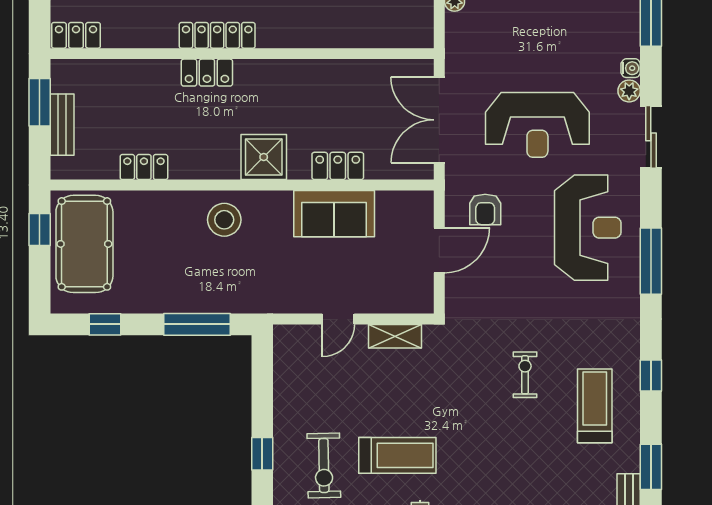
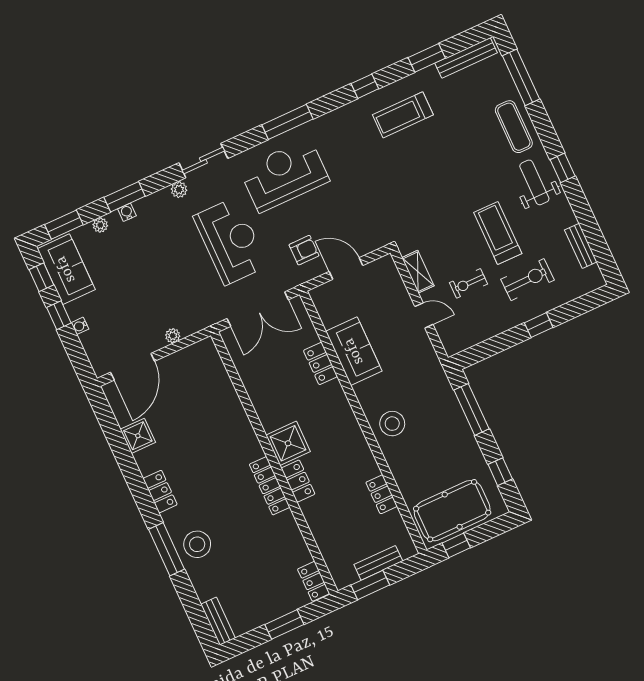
water cooler: (631, 68) -> (127, 212), moved
shower: (264, 157) -> (288, 443), moved
exercise bike: (525, 375) -> (468, 283), moved

